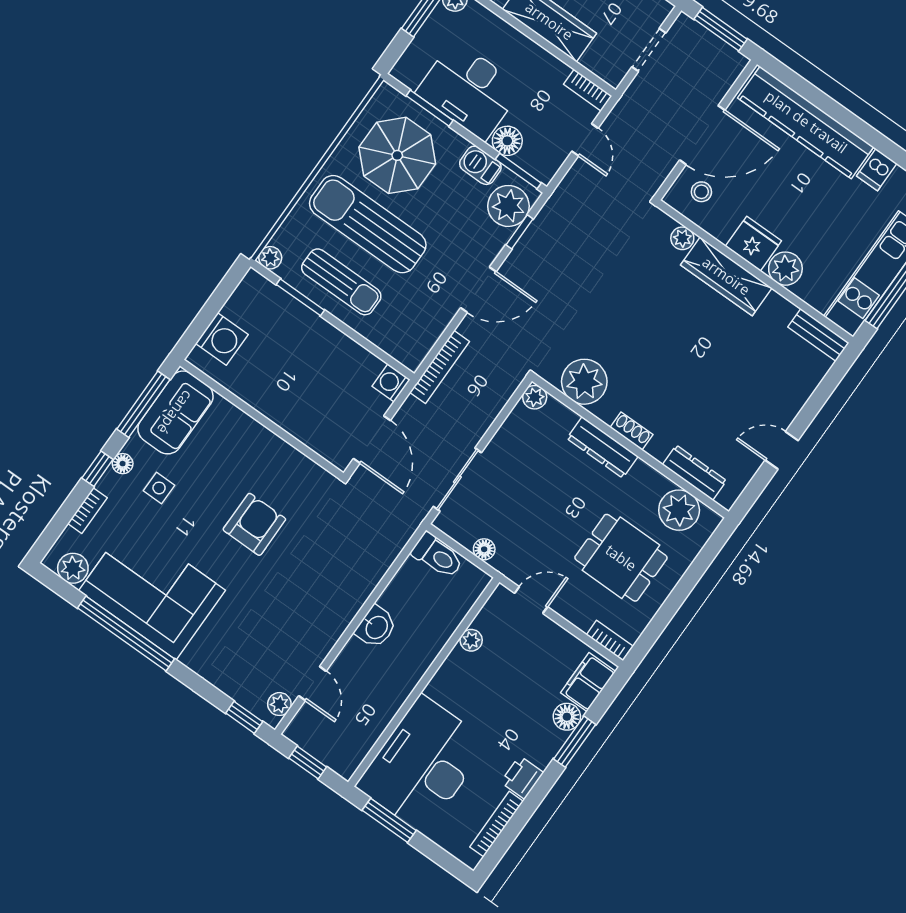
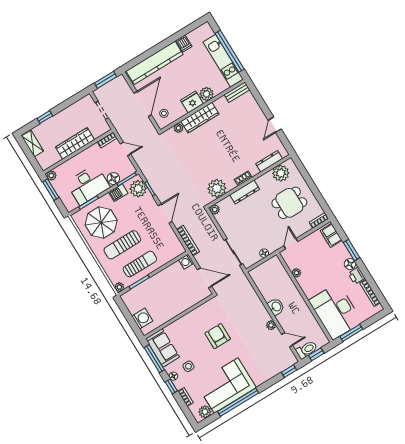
sun lounger: (368, 224) -> (122, 245), width x0.73, depth x0.75
toilet: (437, 556) -> (307, 350), moved
plant: (279, 704) -> (271, 325), moved
floor lamp: (567, 717) -> (350, 264), moved

